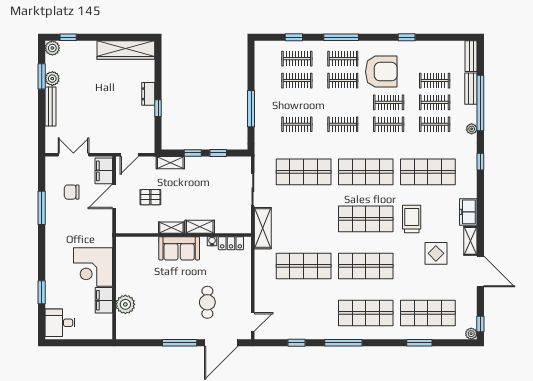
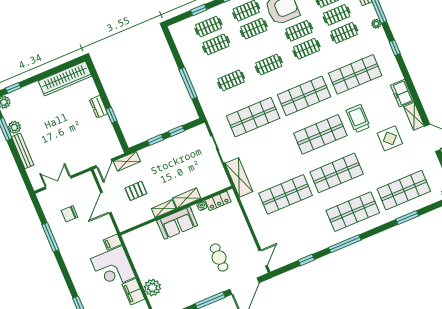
shelving: (170, 163) -> (127, 161), moved
filing cabinet: (104, 171) -> (113, 242), moved, width x0.50

